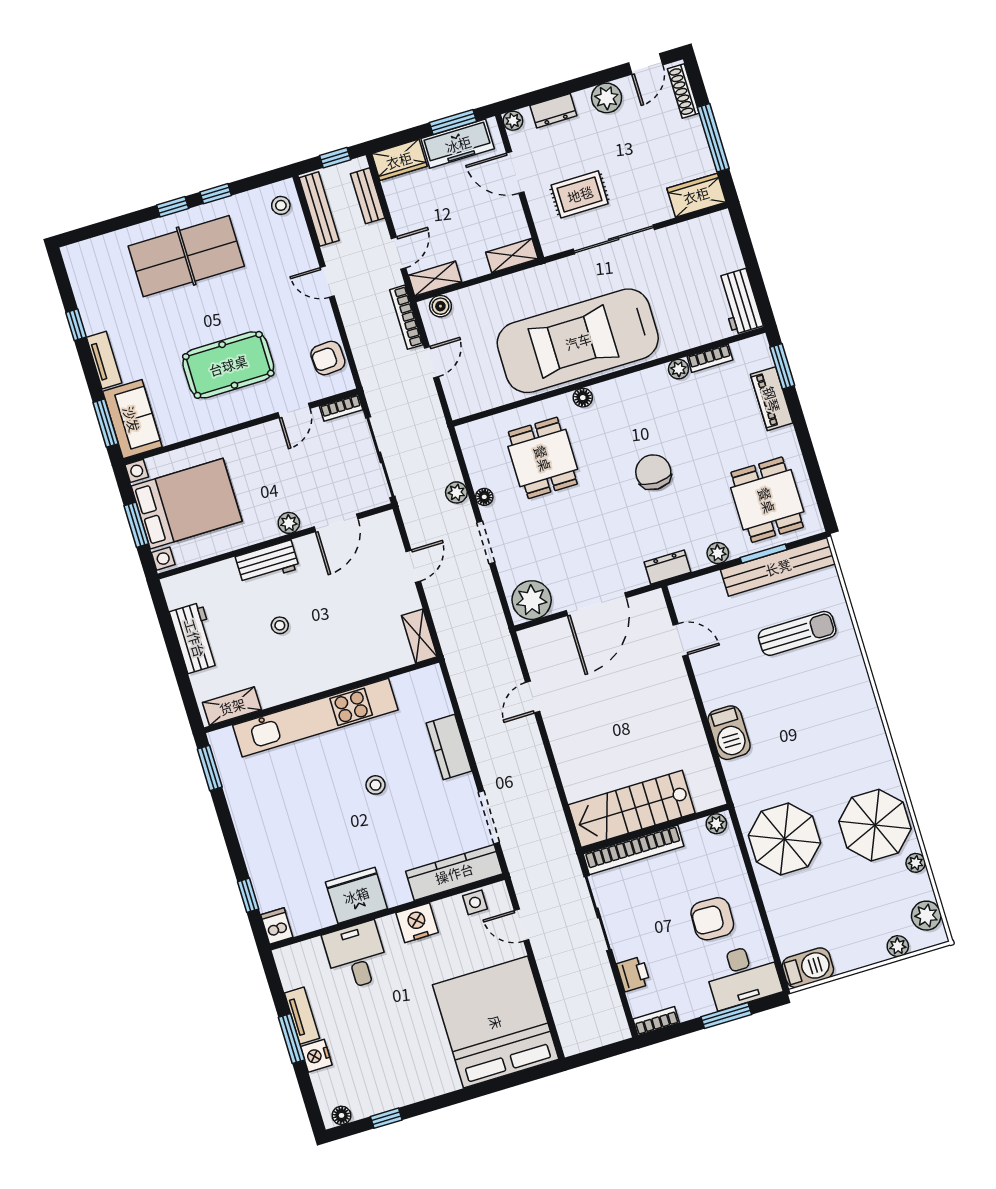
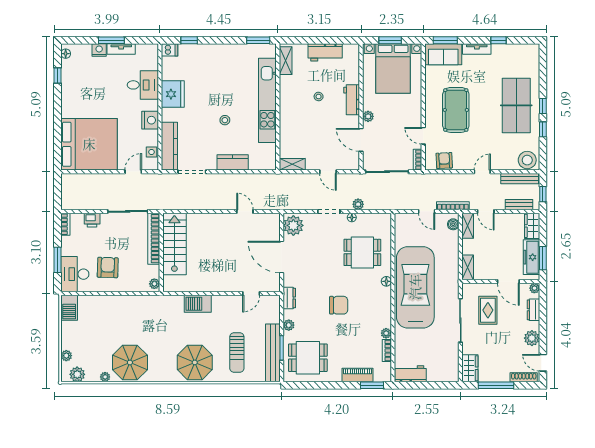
door: (515, 172) -> (508, 282), swing flipped
stool: (281, 205) -> (527, 160), width x1.89, depth x1.89
parasol: (784, 839) -> (195, 362), moved

